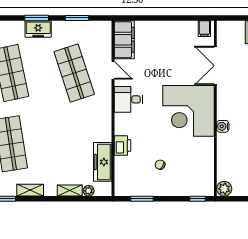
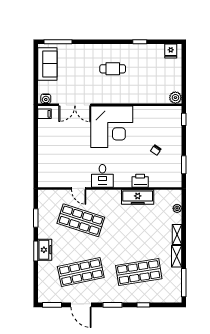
filing cabinet: (124, 40) -> (54, 179), removed
door: (113, 70) -> (79, 188), swing flipped
shop shelf: (74, 73) -> (81, 220), turned 36
water cooler: (223, 126) -> (46, 99), moved
freezer: (103, 162) -> (138, 197), moved
shelving: (70, 191) -> (177, 234), moved

